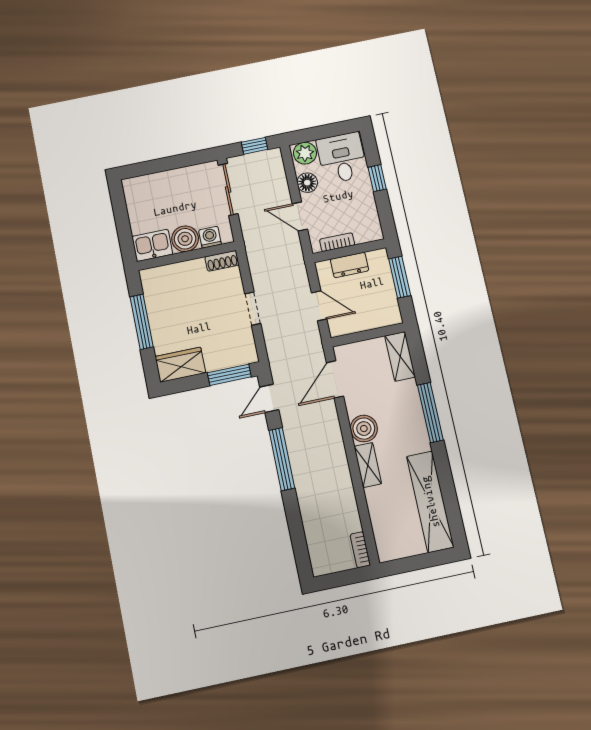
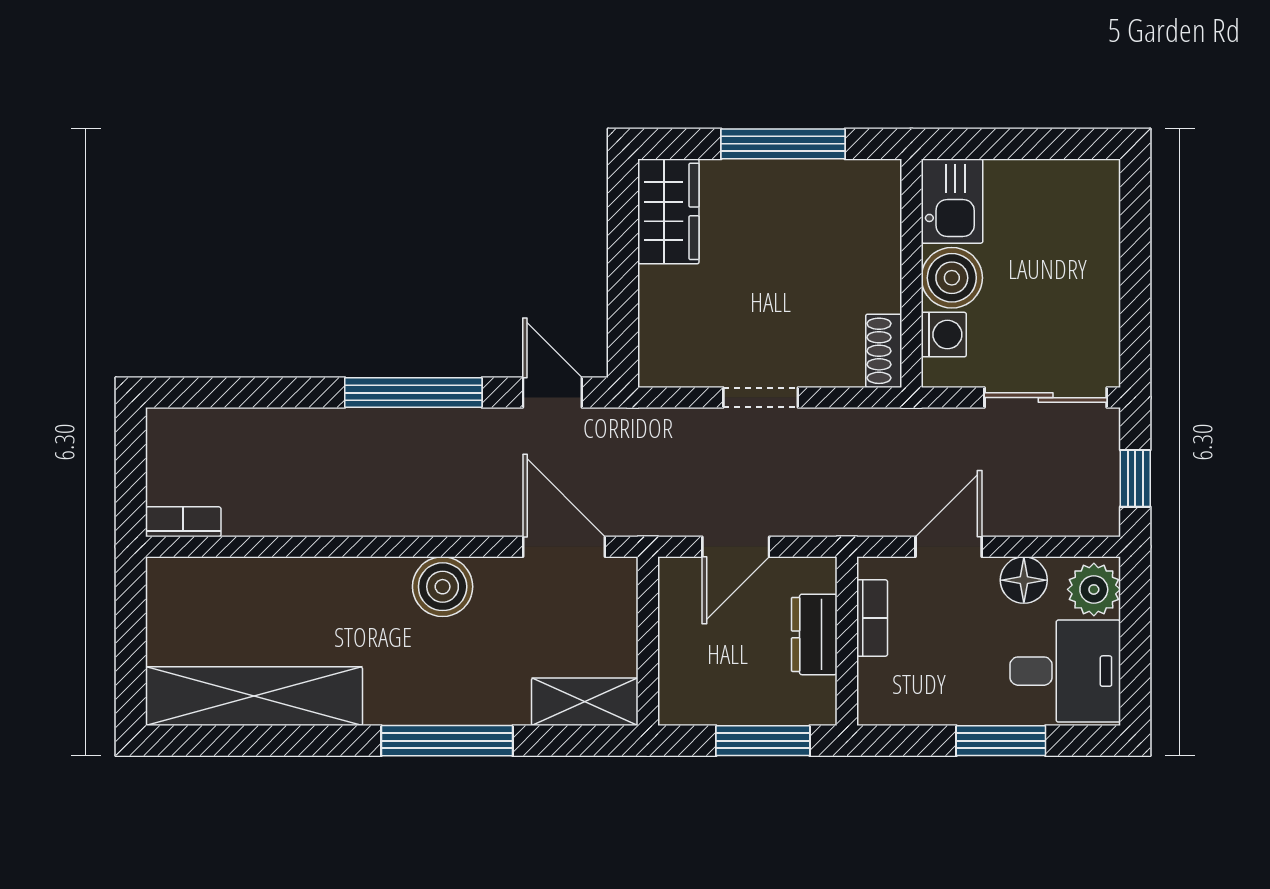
window: (377, 178) -> (1001, 741), width x1.50
window: (229, 375) -> (623, 315), removed
shelving: (368, 465) -> (361, 578), removed

